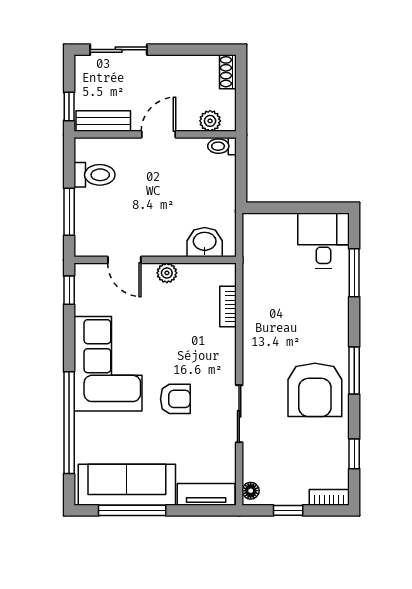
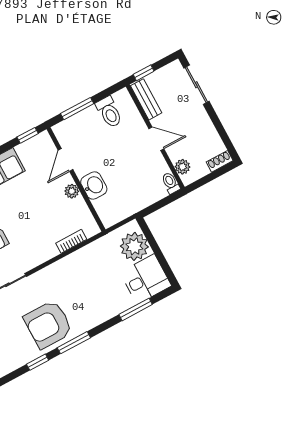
plant: (276, 233) -> (134, 246), added
washbasin: (205, 242) -> (94, 186), moved
window: (354, 454) -> (38, 362), moved

